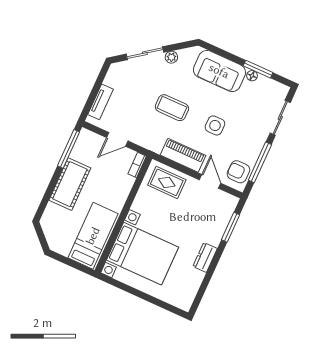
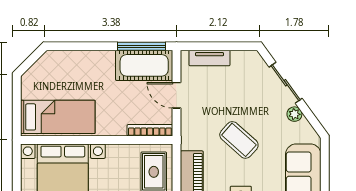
coffee table: (172, 108) -> (239, 140), turned -48
bookcase: (137, 165) -> (150, 130), width x1.56
cot: (70, 184) -> (144, 65), moved

